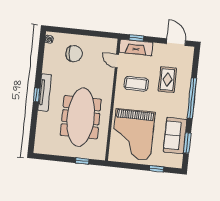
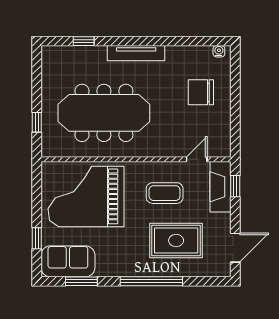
chair: (74, 54) -> (201, 92), turned 94
rug: (167, 80) -> (176, 240), width x1.36, depth x1.43
coffee table: (136, 84) -> (165, 193), turned 90
window: (37, 95) -> (84, 41), moved
sofa: (175, 136) -> (68, 261), moved

